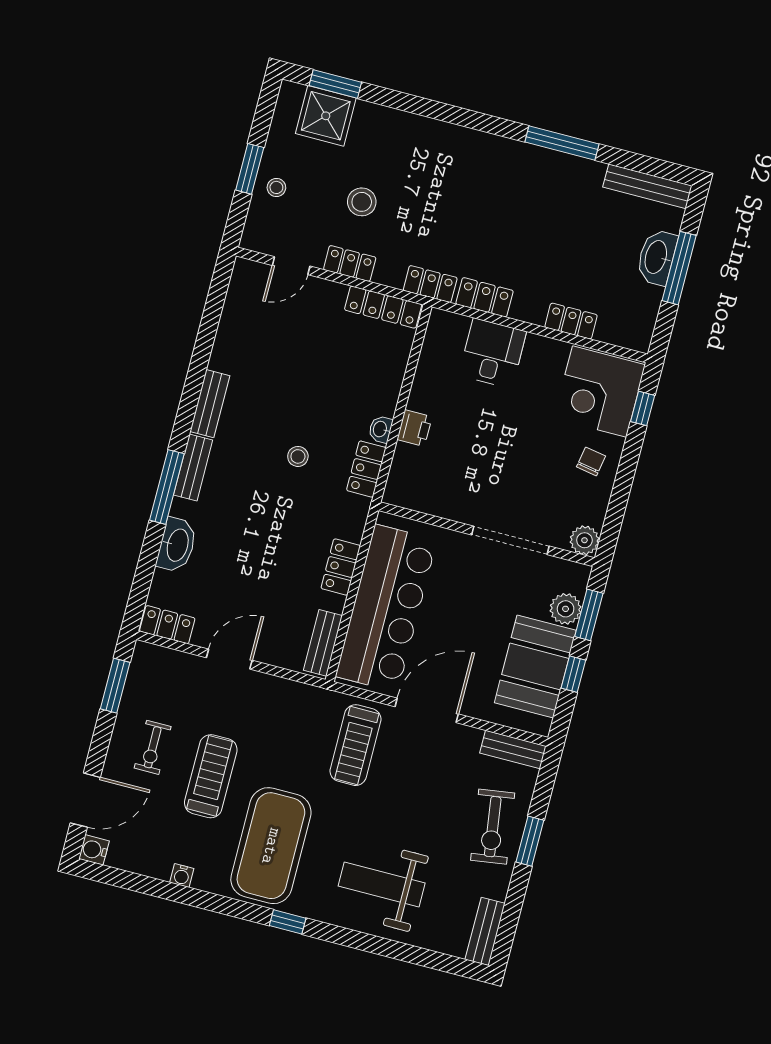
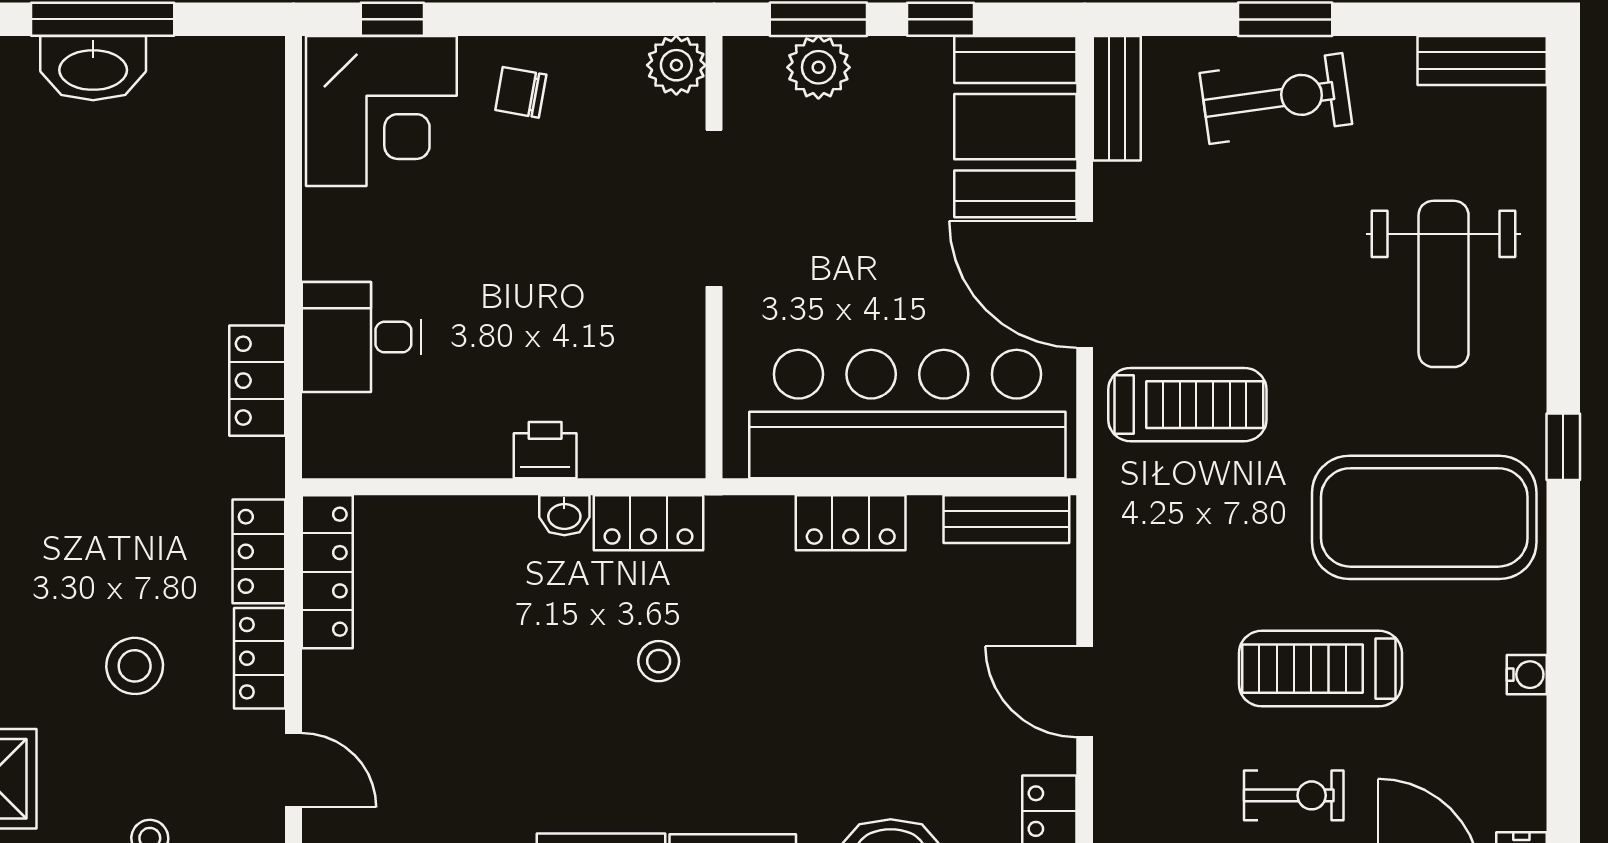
locker: (430, 284) -> (259, 551), moved
locker: (571, 321) -> (260, 202), removed
booth: (535, 666) -> (1015, 127), moved, turned 90

